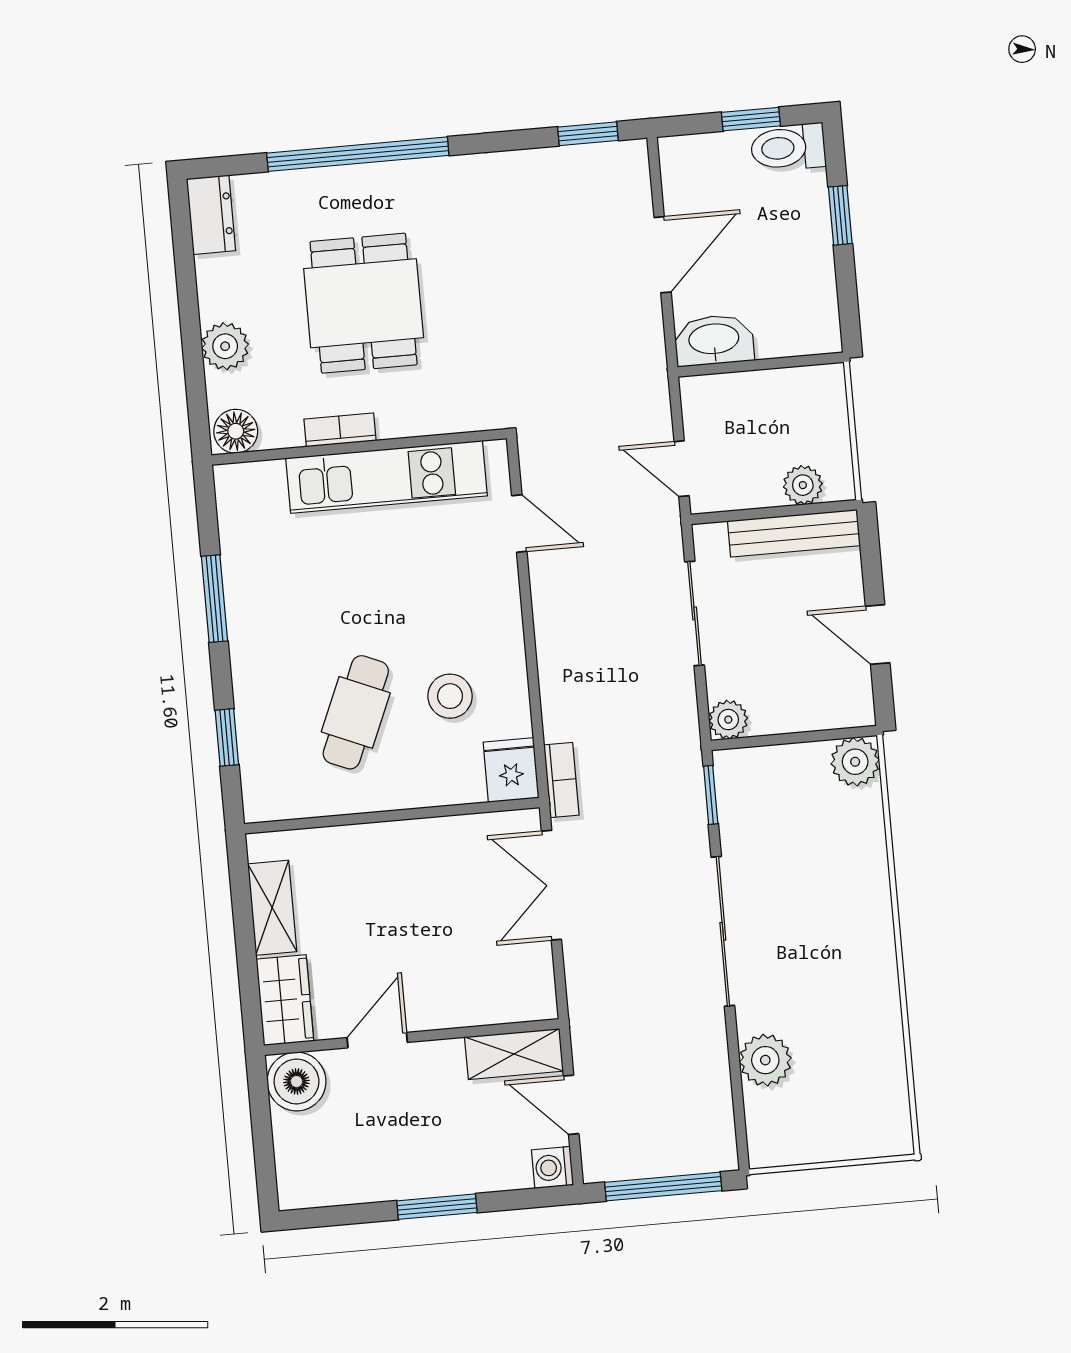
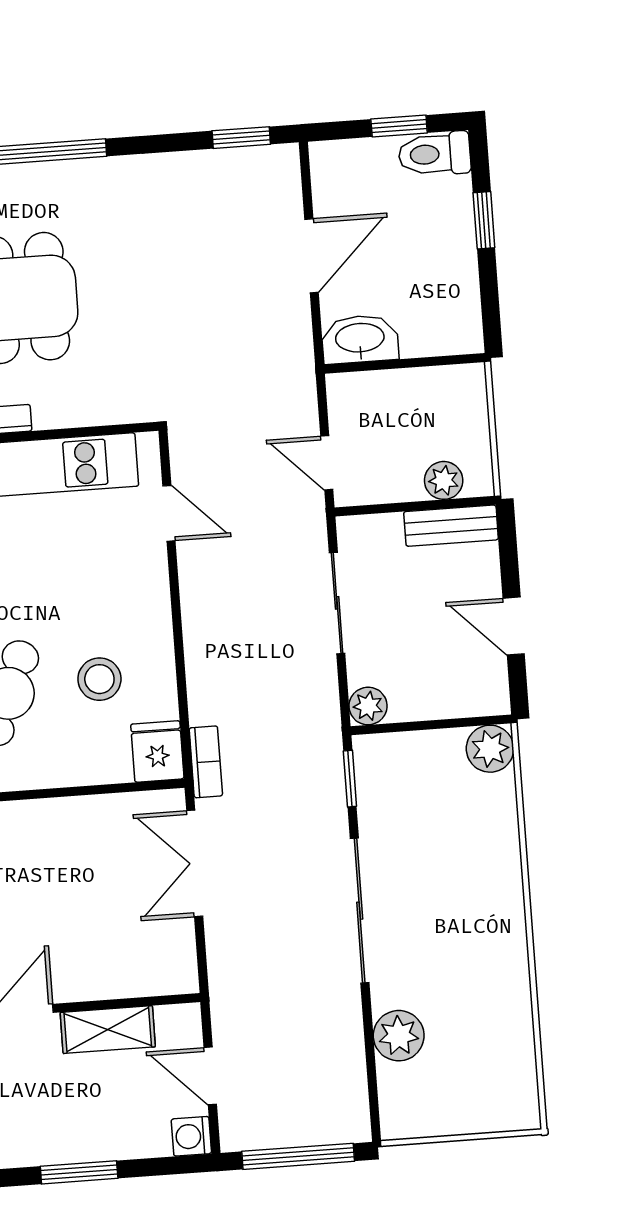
bench: (794, 533) -> (451, 526), width x0.73
shelving: (514, 1054) -> (108, 1030), moved

